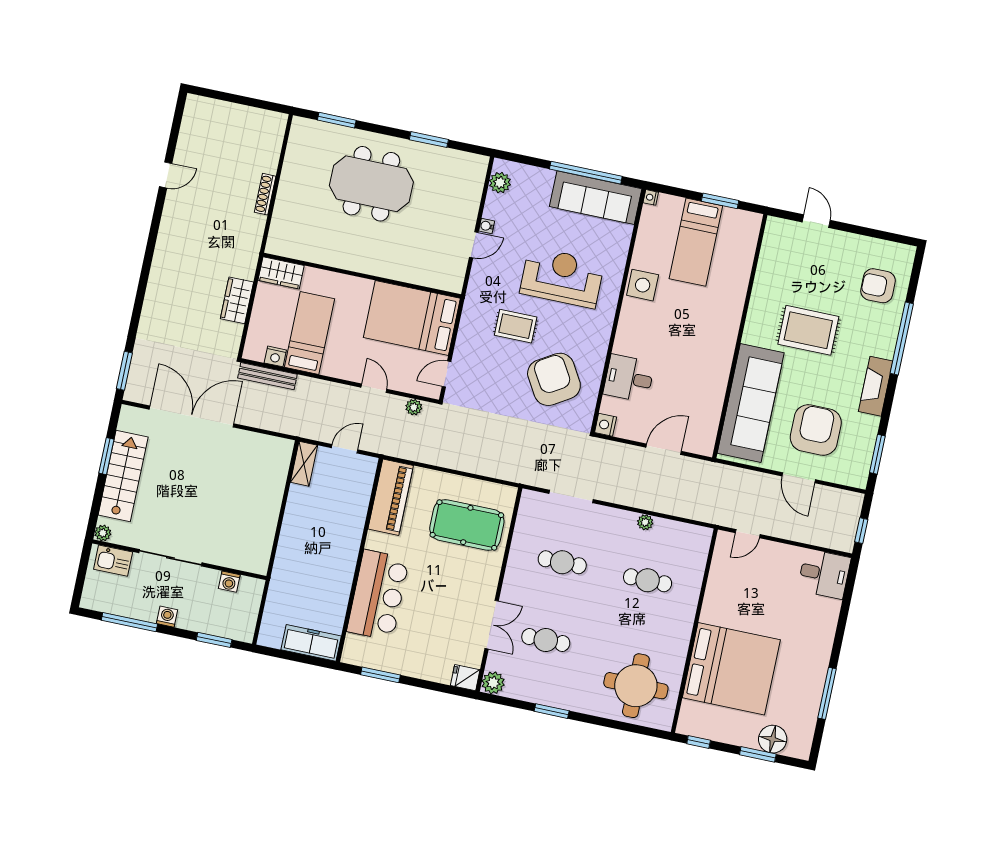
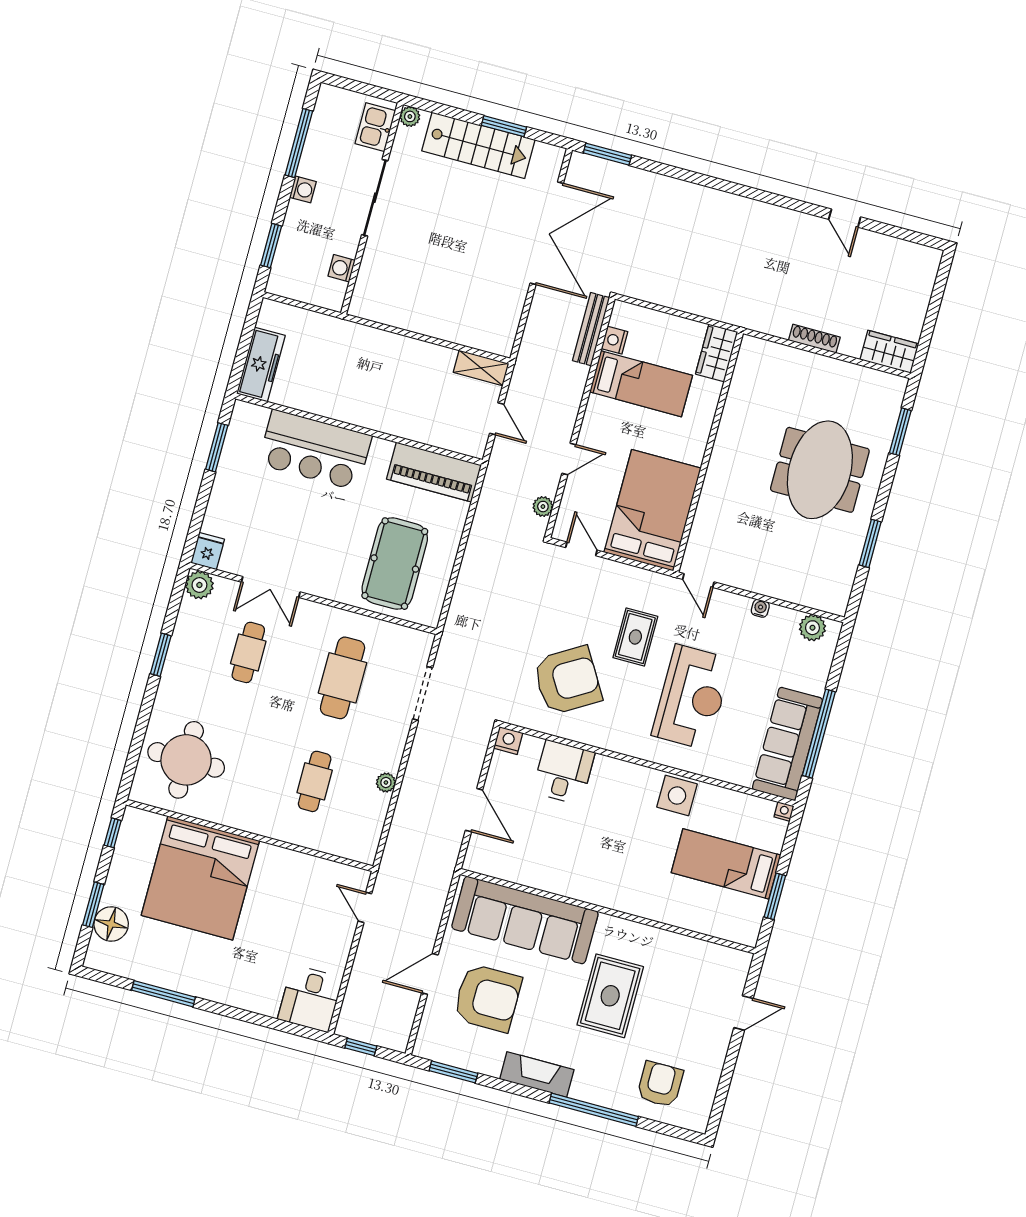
door: (474, 245) -> (698, 581), moved
wardrobe: (237, 300) -> (889, 352), moved
cafe table: (562, 562) -> (343, 678), width x1.37, depth x1.35

